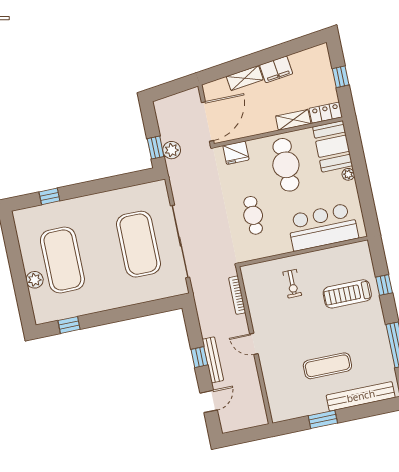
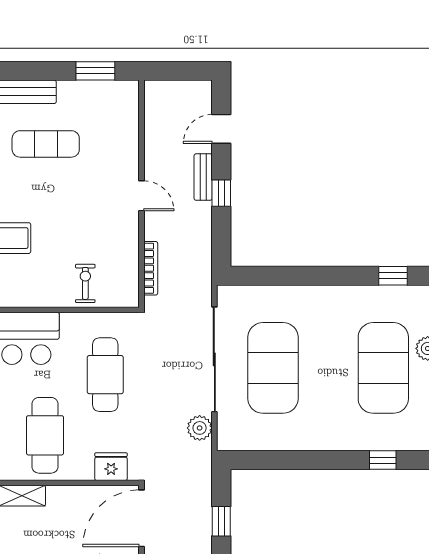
window: (156, 148) -> (221, 521), moved
plant: (172, 150) -> (200, 428), moved
cafe table: (253, 215) -> (105, 375), width x1.37, depth x1.35
exercise bike: (292, 284) -> (85, 283), moved
bench: (213, 360) -> (203, 177), width x0.73
window: (323, 419) -> (95, 71), moved

